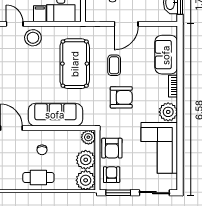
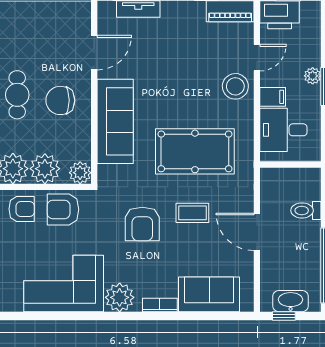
chair: (42, 150) -> (60, 100), width x1.87, depth x1.87

